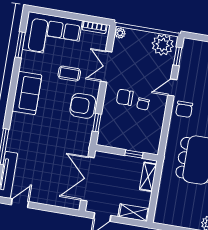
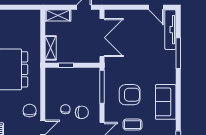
armchair: (83, 106) -> (130, 95), moved
window: (97, 123) -> (102, 87), width x2.17
door: (20, 203) -> (156, 7), hinge flipped

